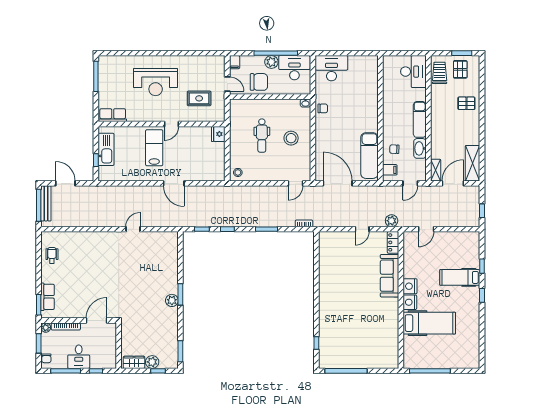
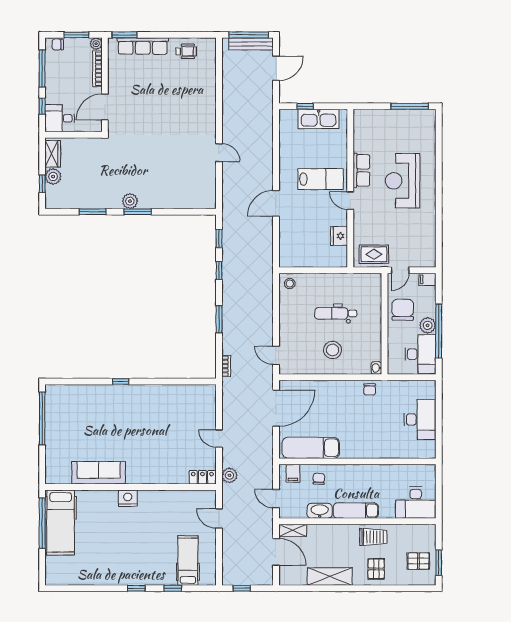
desk: (331, 68) -> (420, 419), moved
trolley: (440, 73) -> (373, 537), moved
chair: (259, 82) -> (403, 310), turned 180
rug: (199, 98) -> (374, 254), moved, turned 90
row of seats: (113, 115) -> (361, 170), moved
fridge: (218, 134) -> (339, 236), moved, turned -90
shelving: (473, 163) -> (330, 577), moved
sofa: (390, 276) -> (99, 473), moved
hospital bed: (460, 277) -> (188, 561), moved
nightstand: (410, 286) -> (148, 498), removed
row of seats: (48, 297) -> (143, 46), width x1.48
door: (96, 321) -> (105, 107), swing flipped
hospital bed: (429, 323) -> (61, 523), moved
window: (316, 343) -> (121, 382), moved
window: (180, 351) -> (93, 212), moved
desk: (79, 357) -> (60, 118), moved

